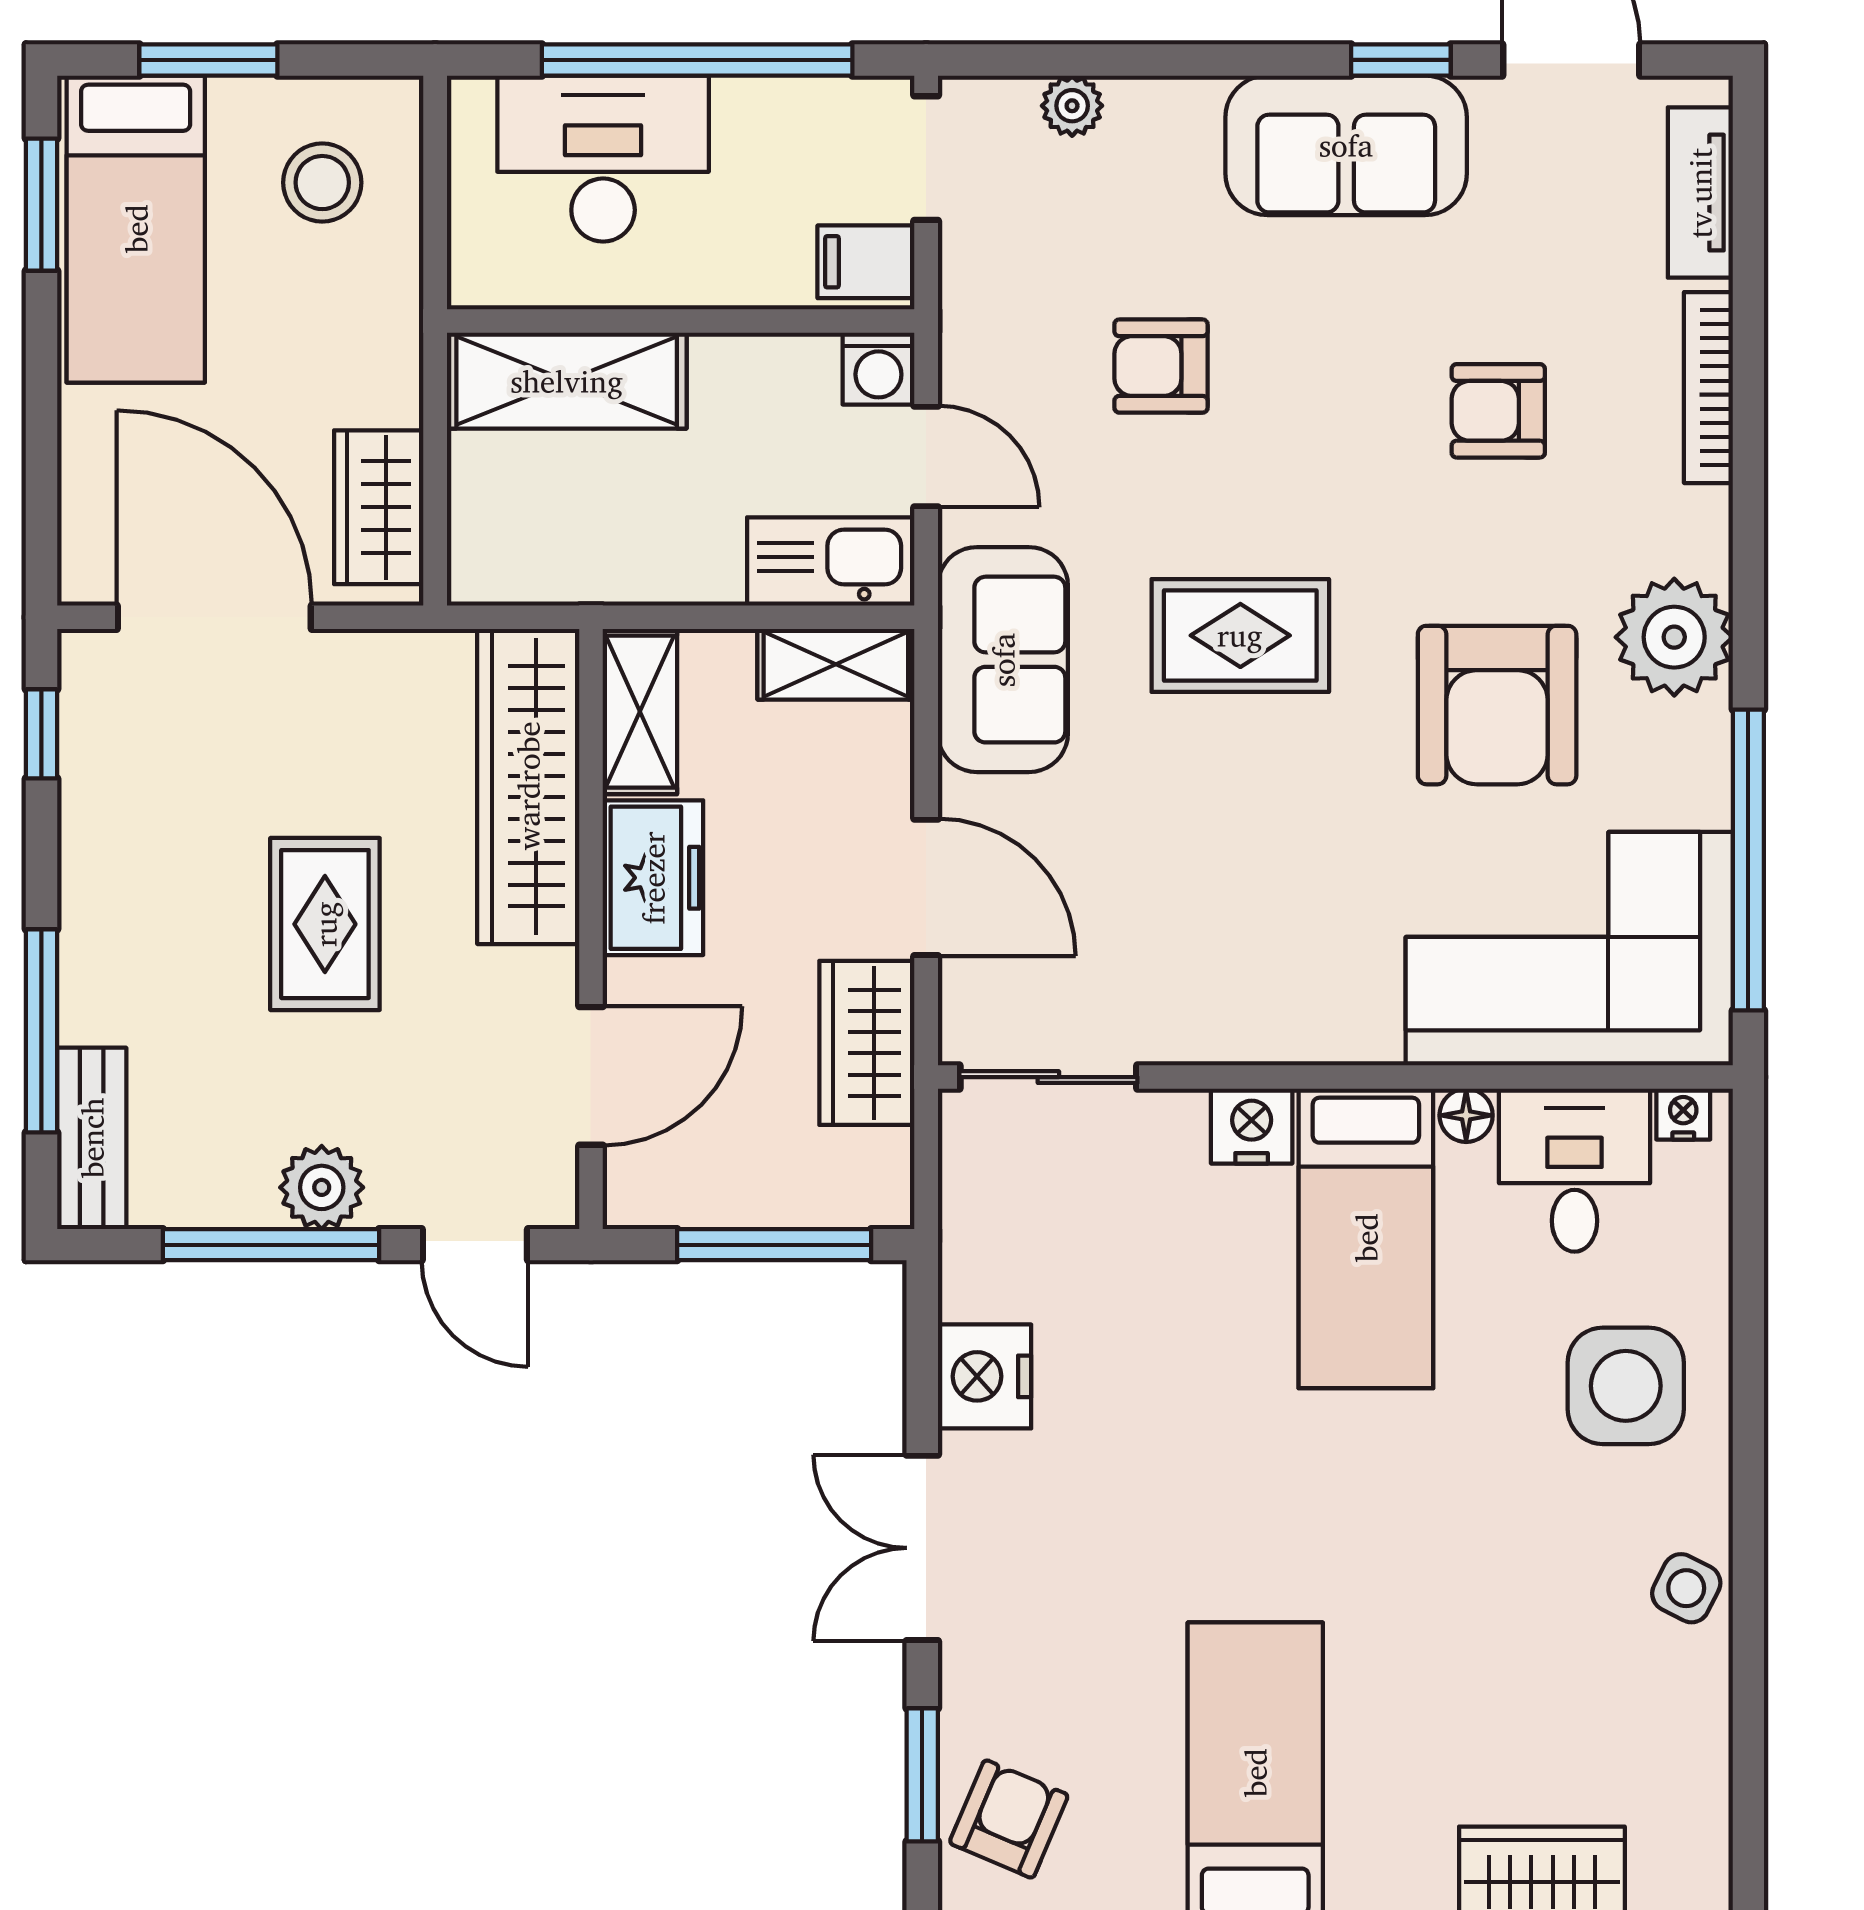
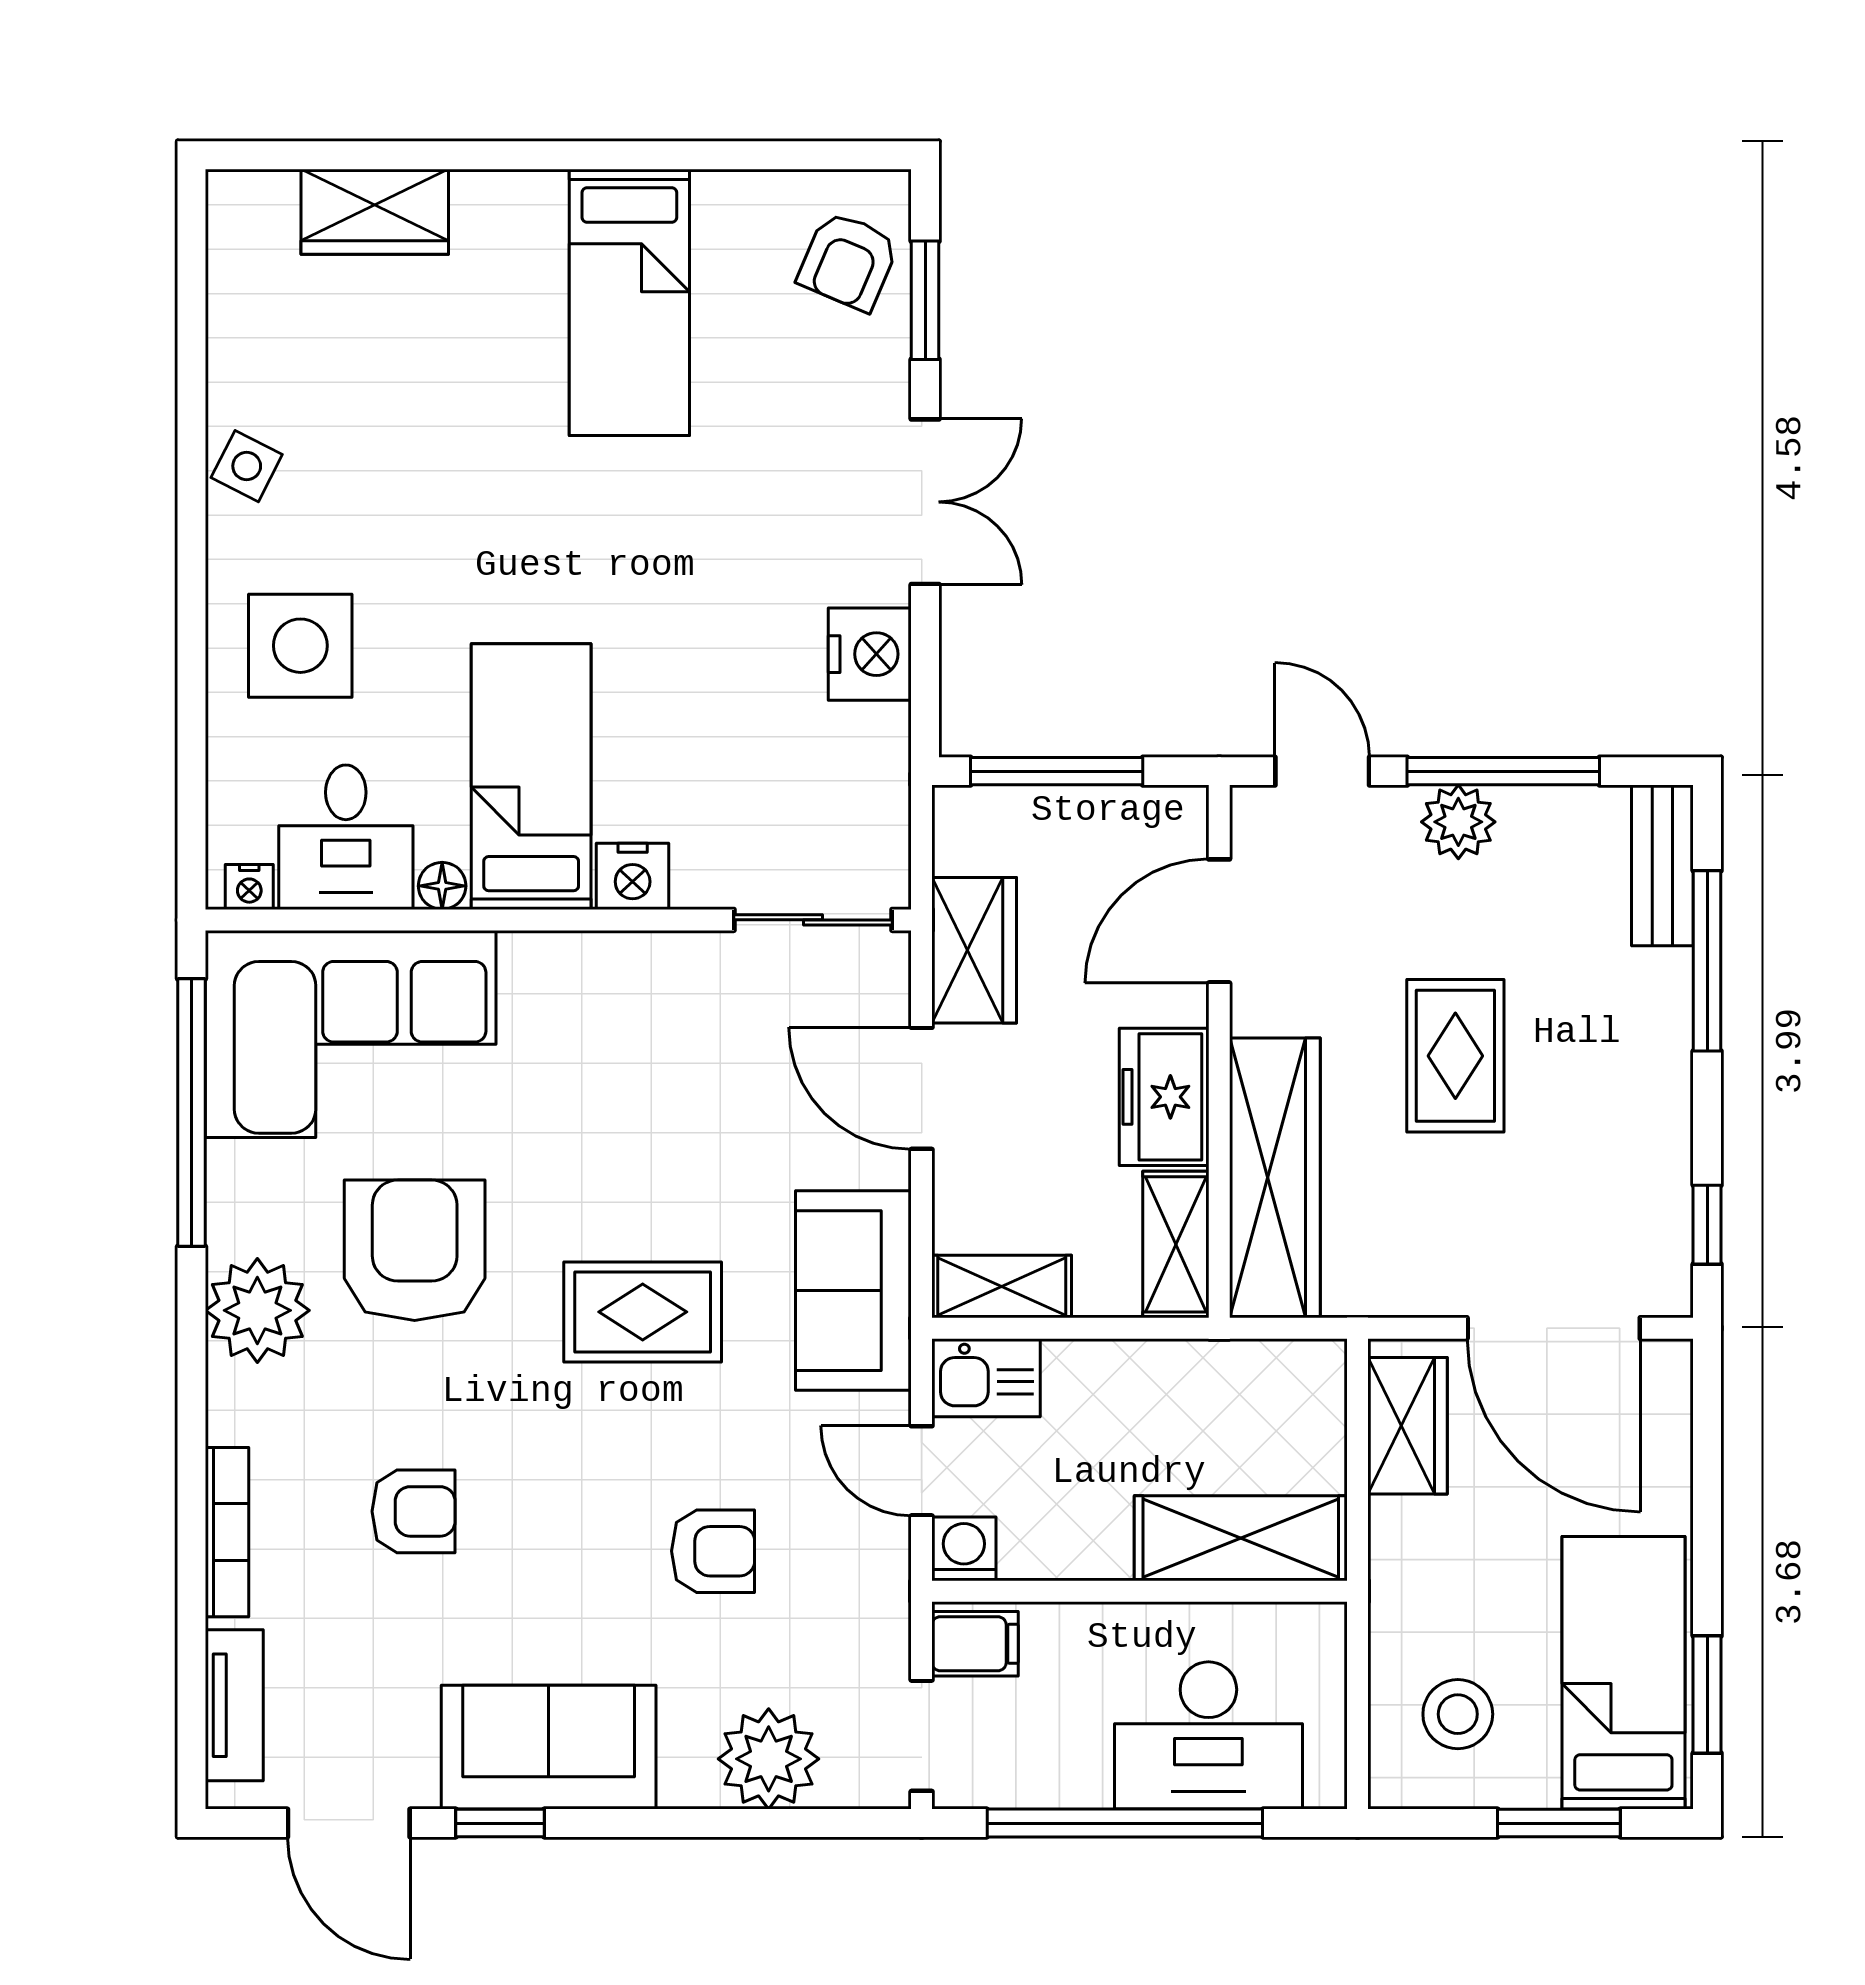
plant: (1072, 106) -> (769, 1759), width x1.88, depth x1.88
kitchen sink: (831, 561) -> (986, 1378), width x0.73

